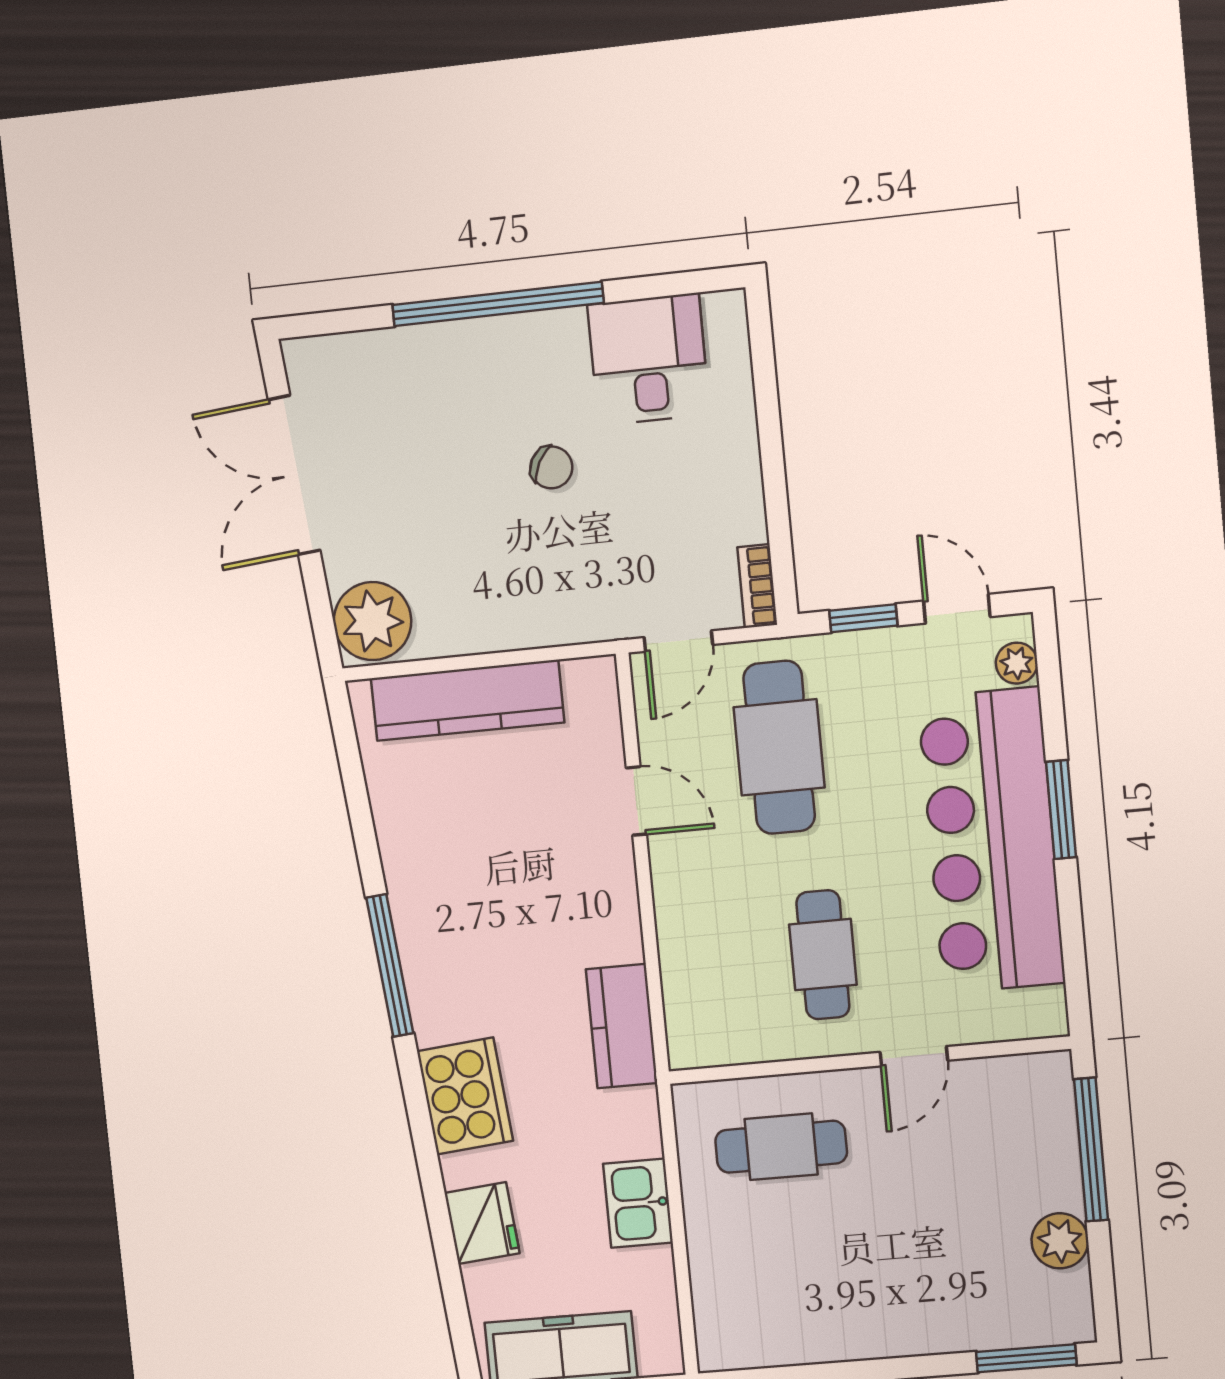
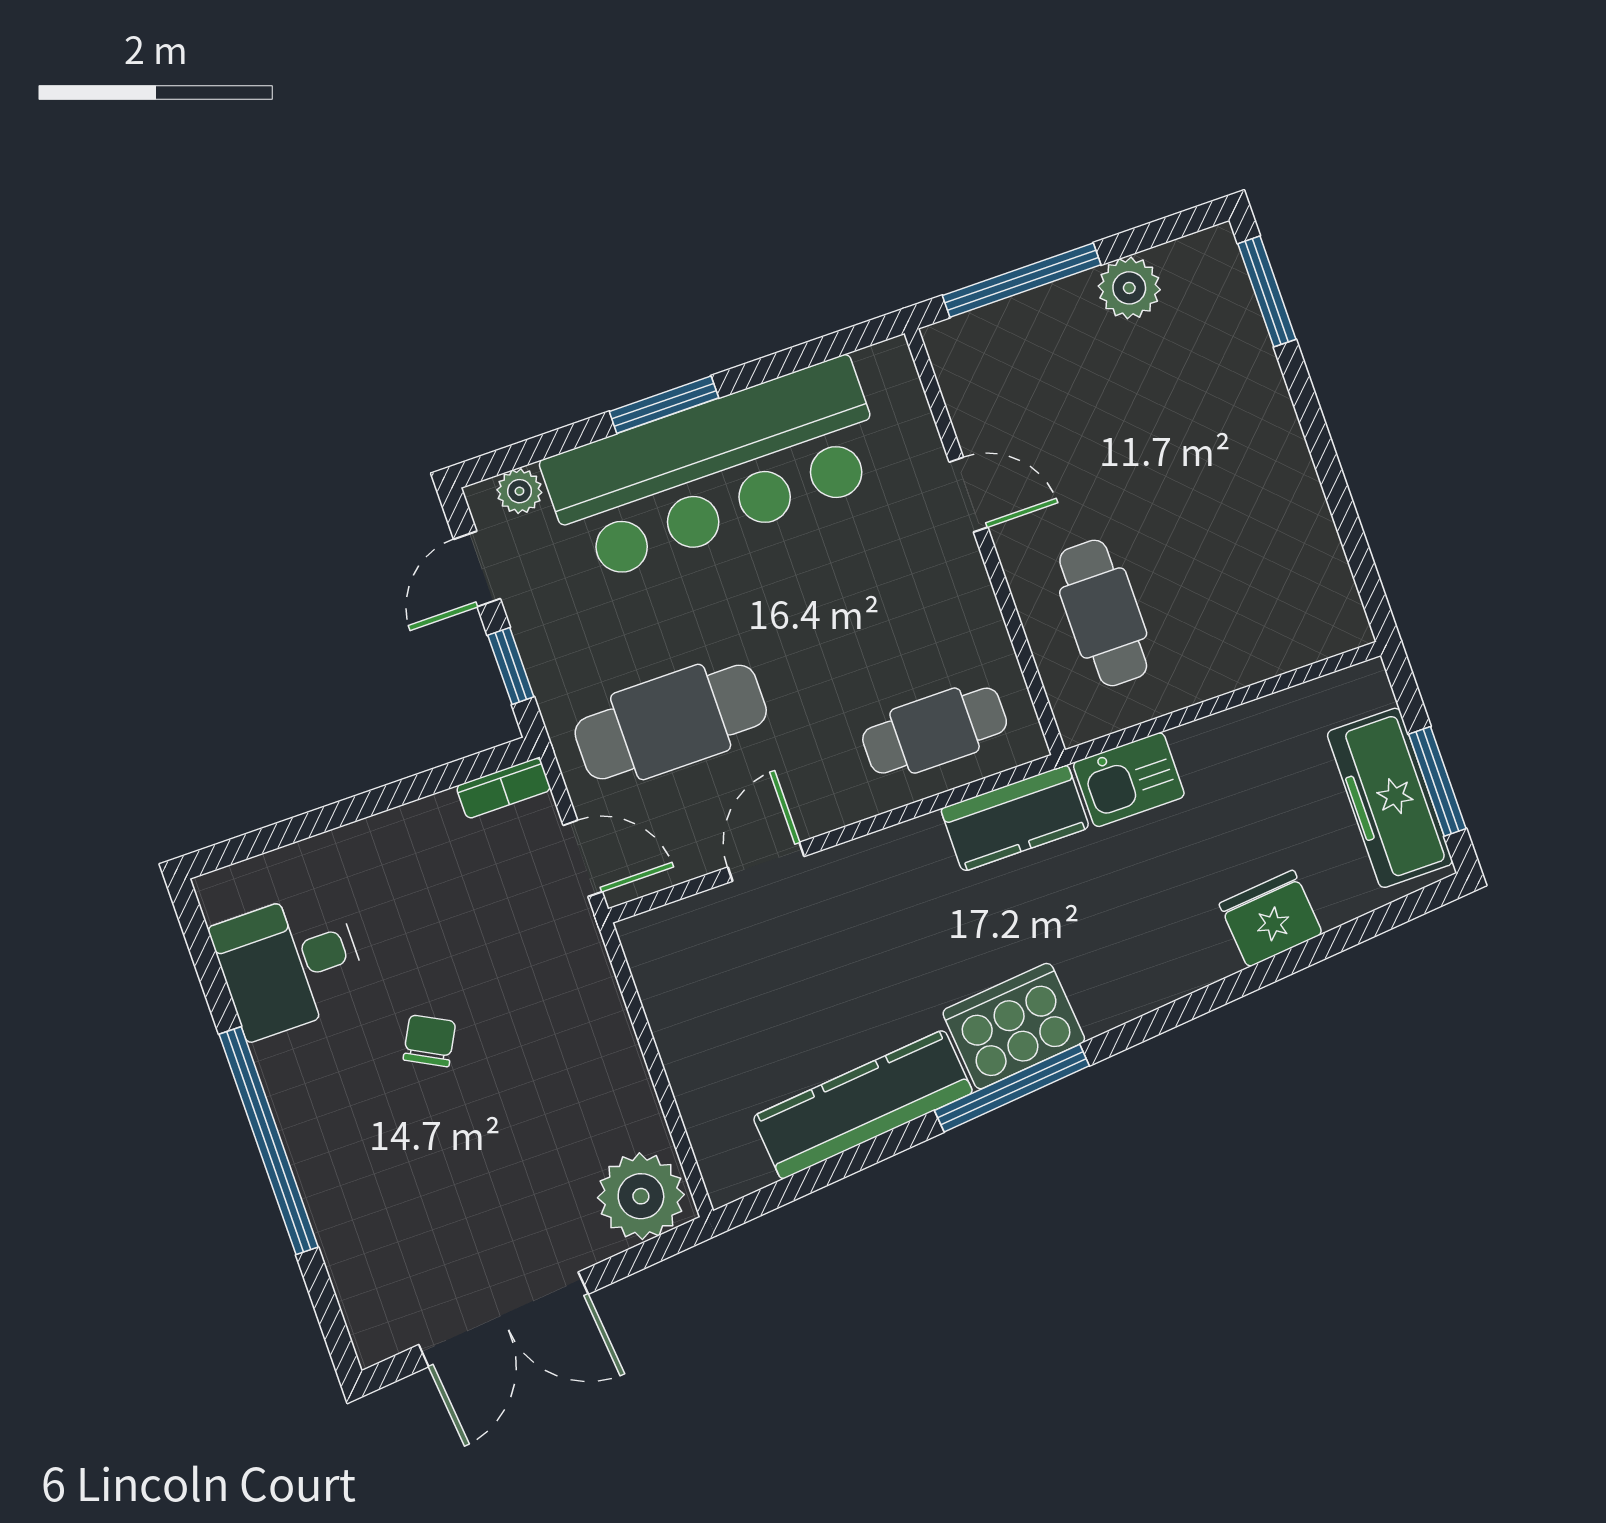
kitchen counter: (467, 700) -> (863, 1104), moved, turned -95
cafe table: (823, 955) -> (935, 731), moved
cooker: (465, 1096) -> (1014, 1026), moved
kitchen sink: (638, 1203) -> (1129, 780), moved

